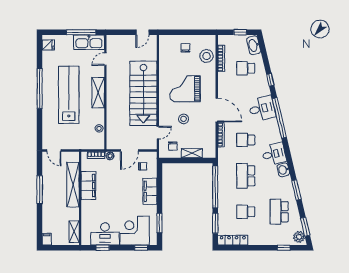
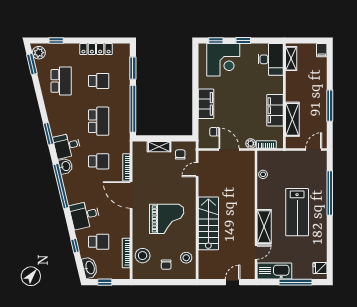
window: (81, 32) -> (295, 282), moved
door: (142, 32) -> (233, 282), moved
window: (270, 80) -> (75, 246), moved
window: (40, 88) -> (330, 193), moved
shelving: (98, 93) -> (264, 227), moved
stairs: (143, 93) -> (208, 223), width x0.73, depth x0.66
lab bench: (69, 95) -> (297, 212), width x0.73
desk: (262, 109) -> (85, 215), moved
stool: (184, 119) -> (186, 258), moved
door: (54, 151) -> (314, 150), hinge flipped
door: (129, 151) -> (229, 150), hinge flipped
washbasin: (283, 170) -> (66, 166), moved
shelving: (73, 185) -> (292, 119), width x0.68
window: (296, 190) -> (48, 134), moved
window: (159, 223) -> (195, 68), removed
desk: (105, 234) -> (271, 59), moved, turned 90
locker: (233, 240) -> (96, 49), moved
window: (103, 248) -> (243, 41), moved

